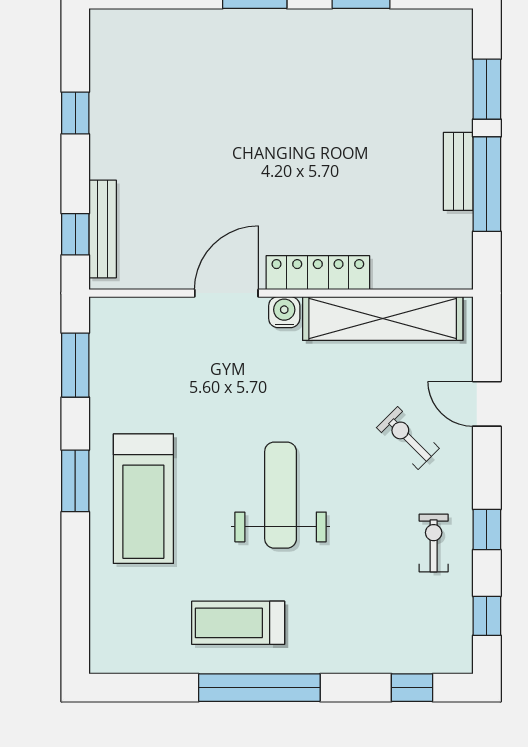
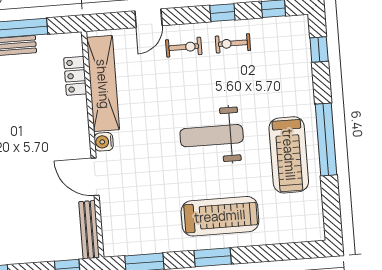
bench: (103, 229) -> (89, 230), moved, turned 90
locker: (318, 273) -> (75, 76), moved, width x0.66
exercise bike: (408, 438) -> (184, 47), moved, turned -135
treadmill: (238, 623) -> (289, 155), width x1.37, depth x1.38

